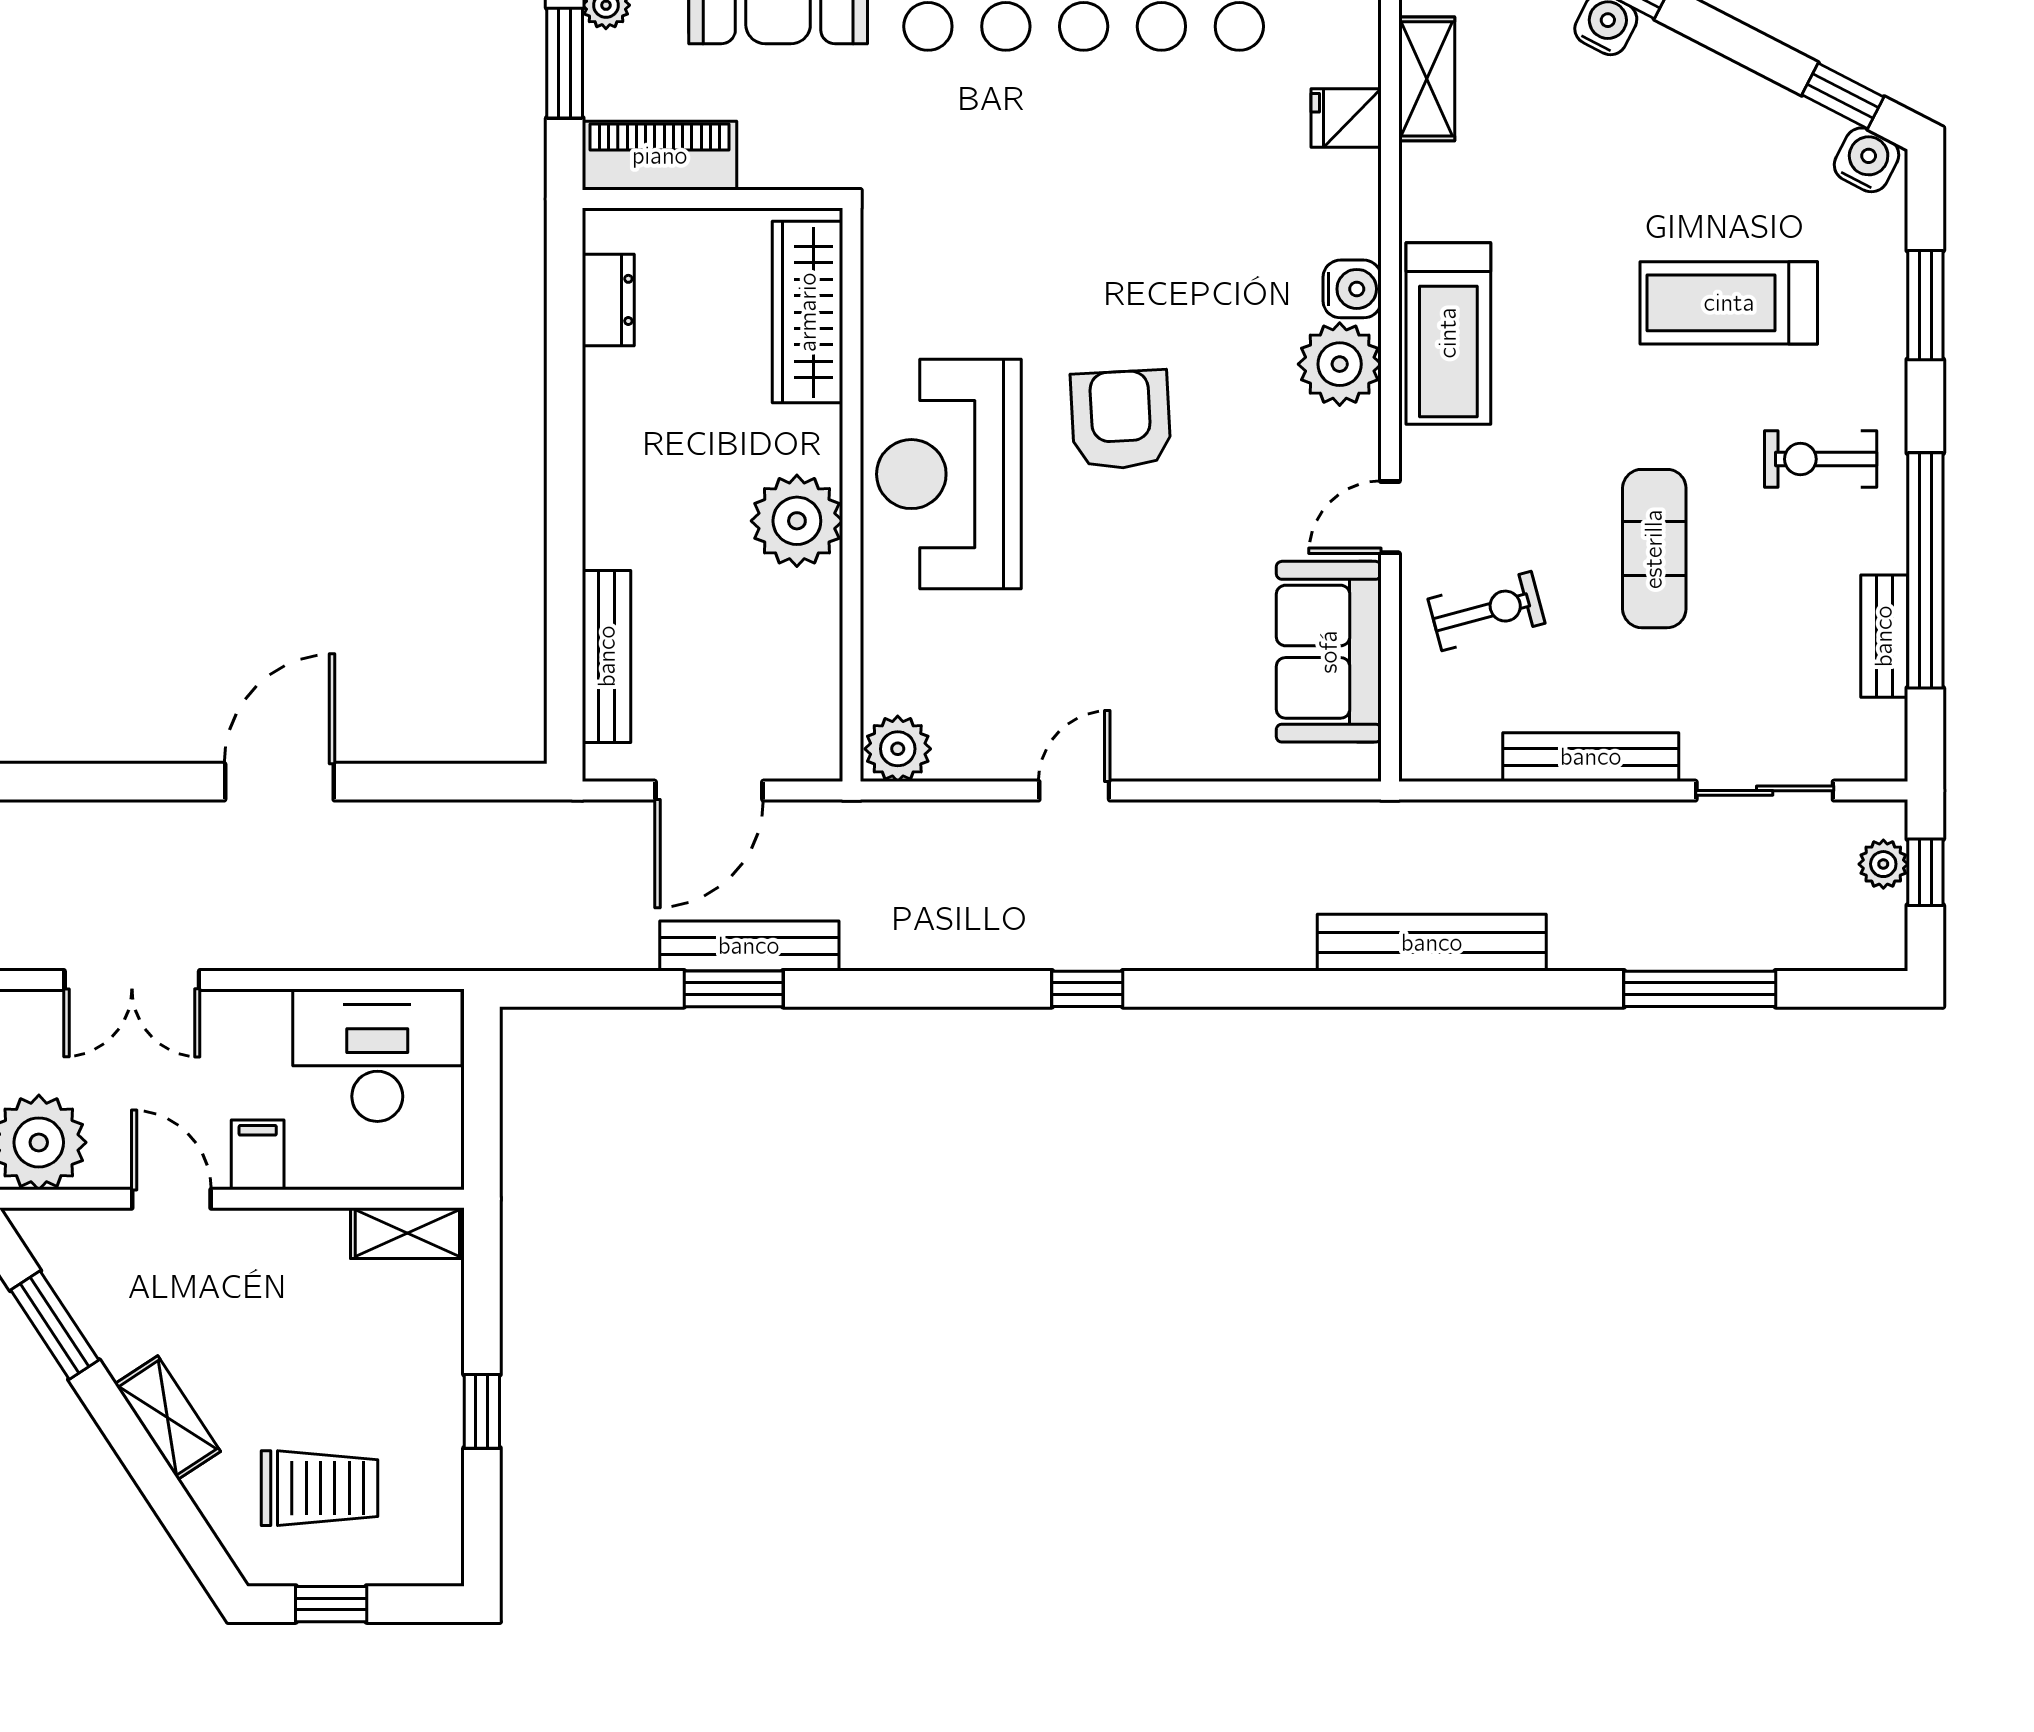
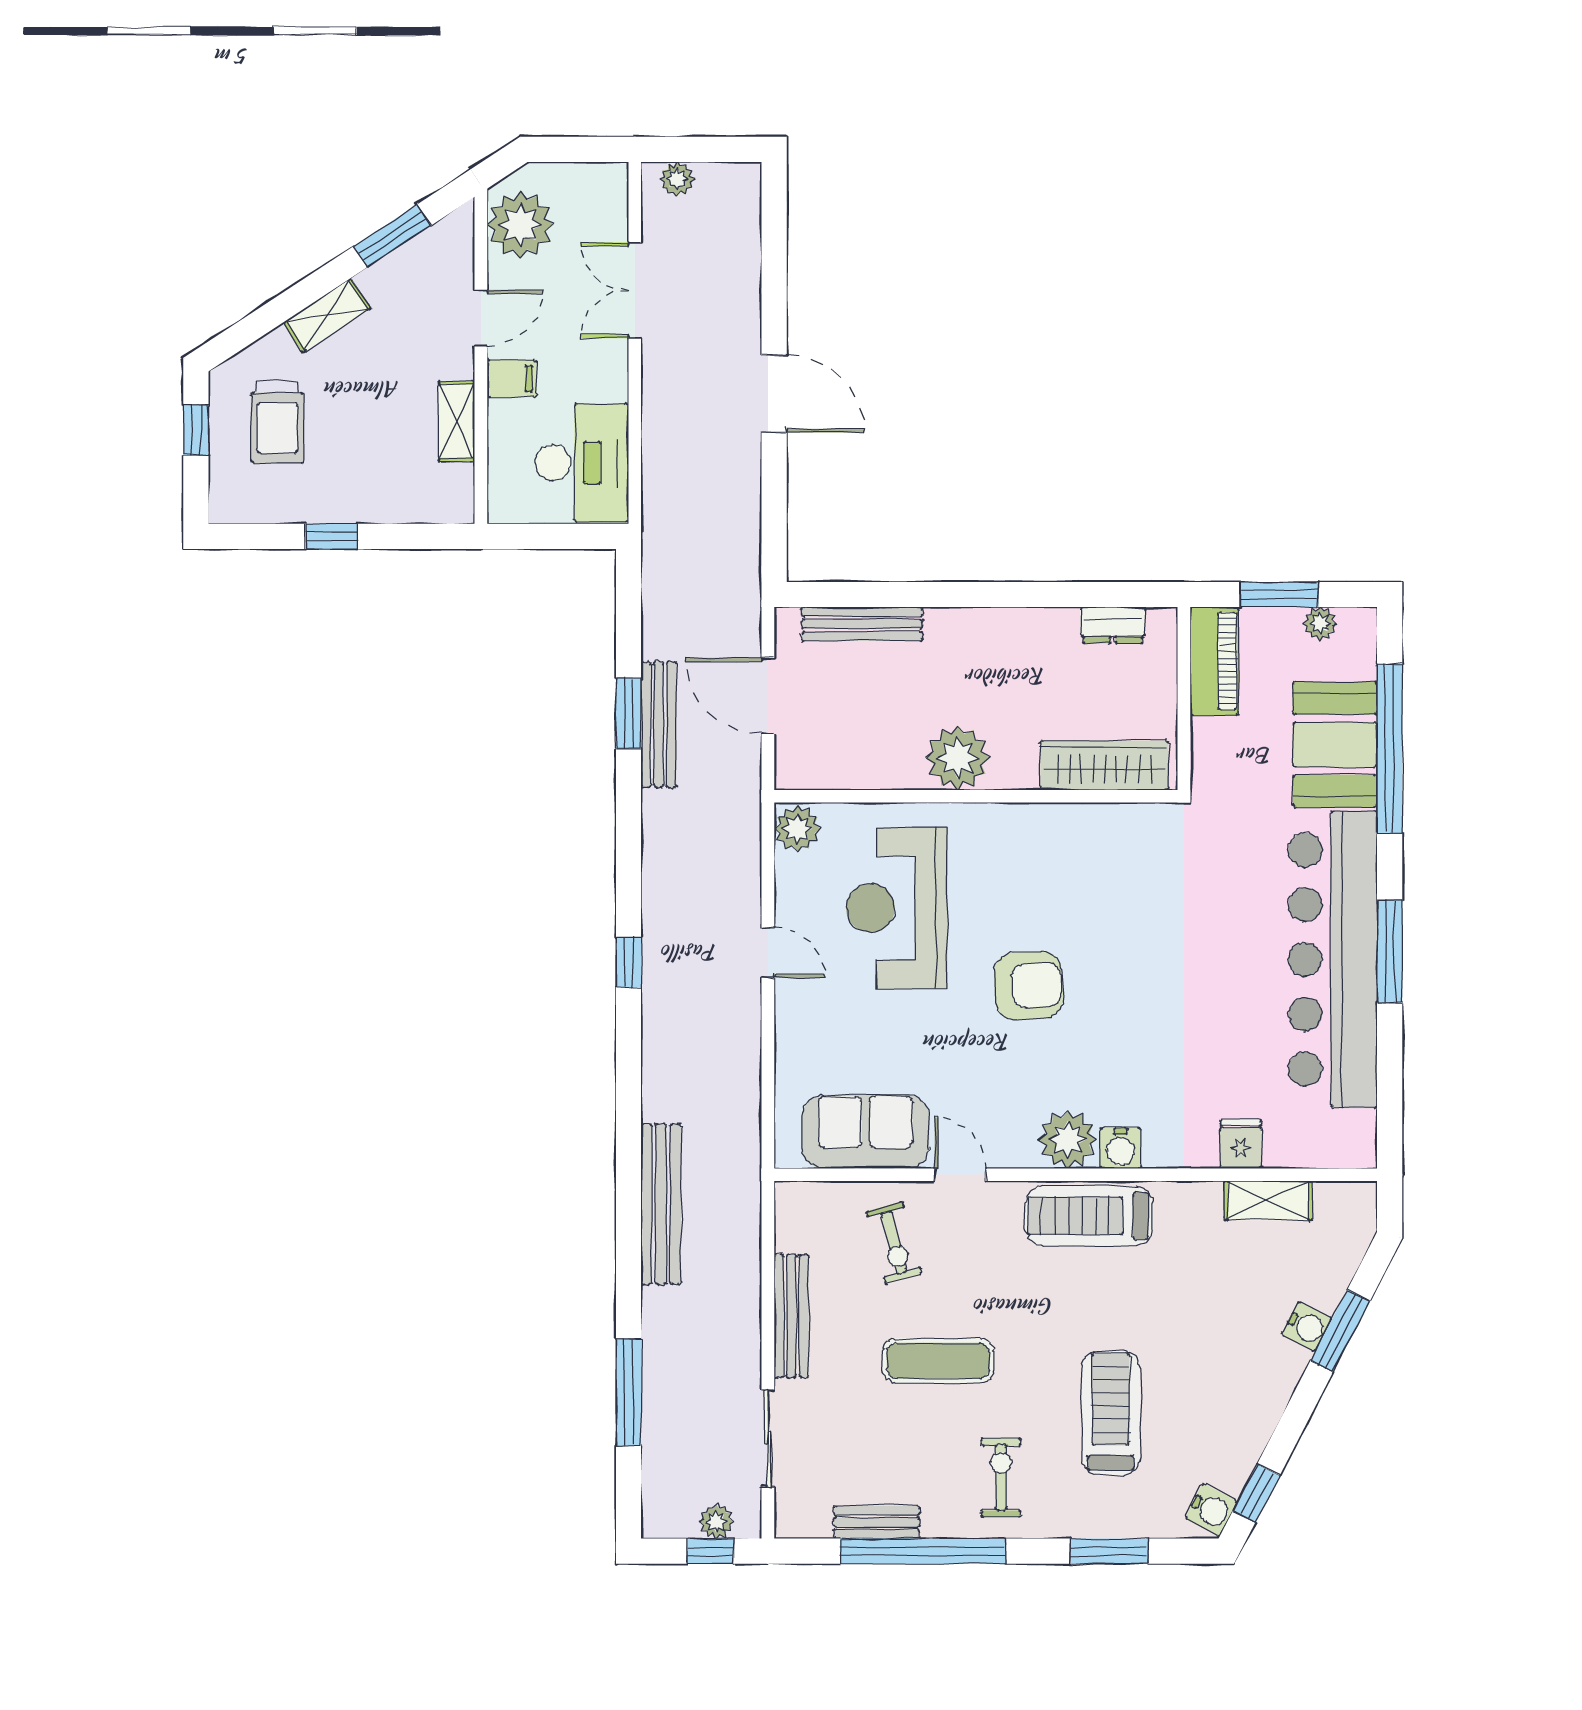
reception desk: (949, 474) -> (897, 908), moved, turned -90
shelving: (407, 1233) -> (457, 421), moved

